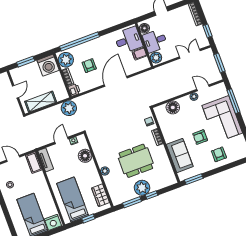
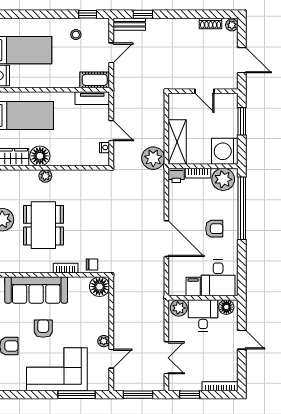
armchair: (89, 66) -> (214, 229), moved
shelving: (41, 102) -> (177, 142), moved
floor lamp: (173, 107) -> (99, 287), moved
sofa: (180, 155) -> (36, 290), width x1.36
floor lamp: (85, 156) -> (40, 156), moved

